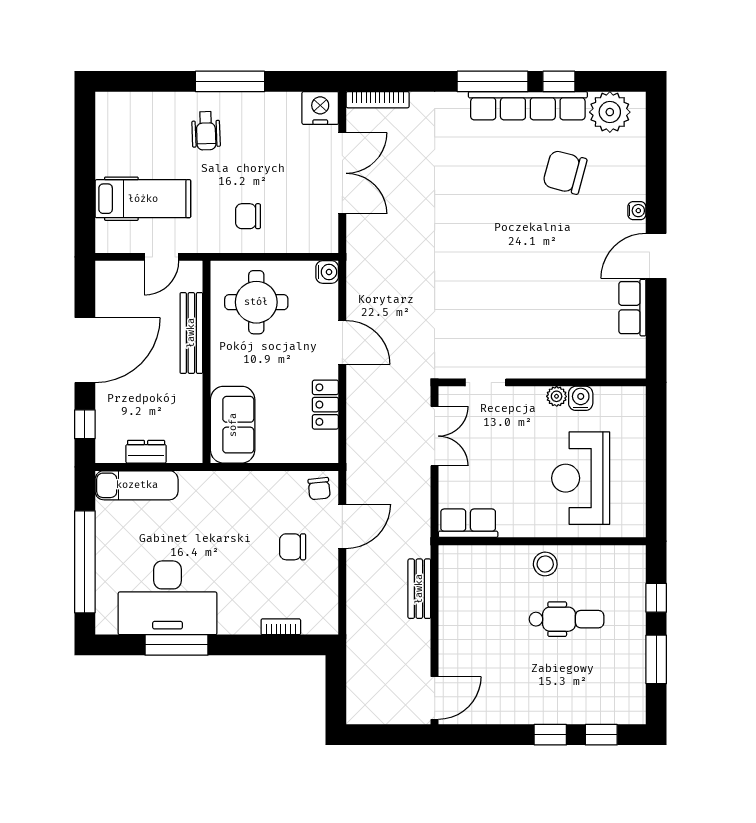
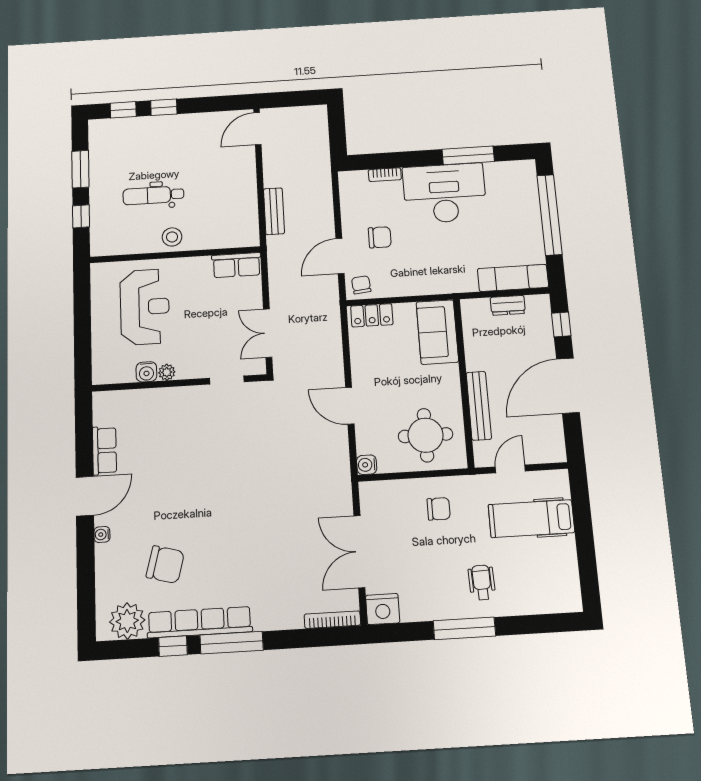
locker: (325, 405) -> (372, 315), moved, turned 90
desk: (168, 598) -> (445, 193), moved

